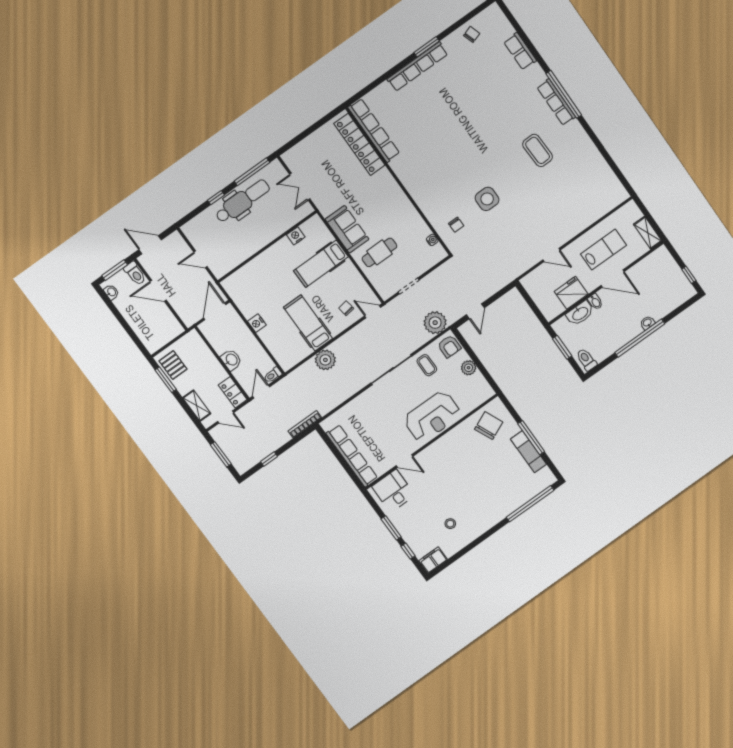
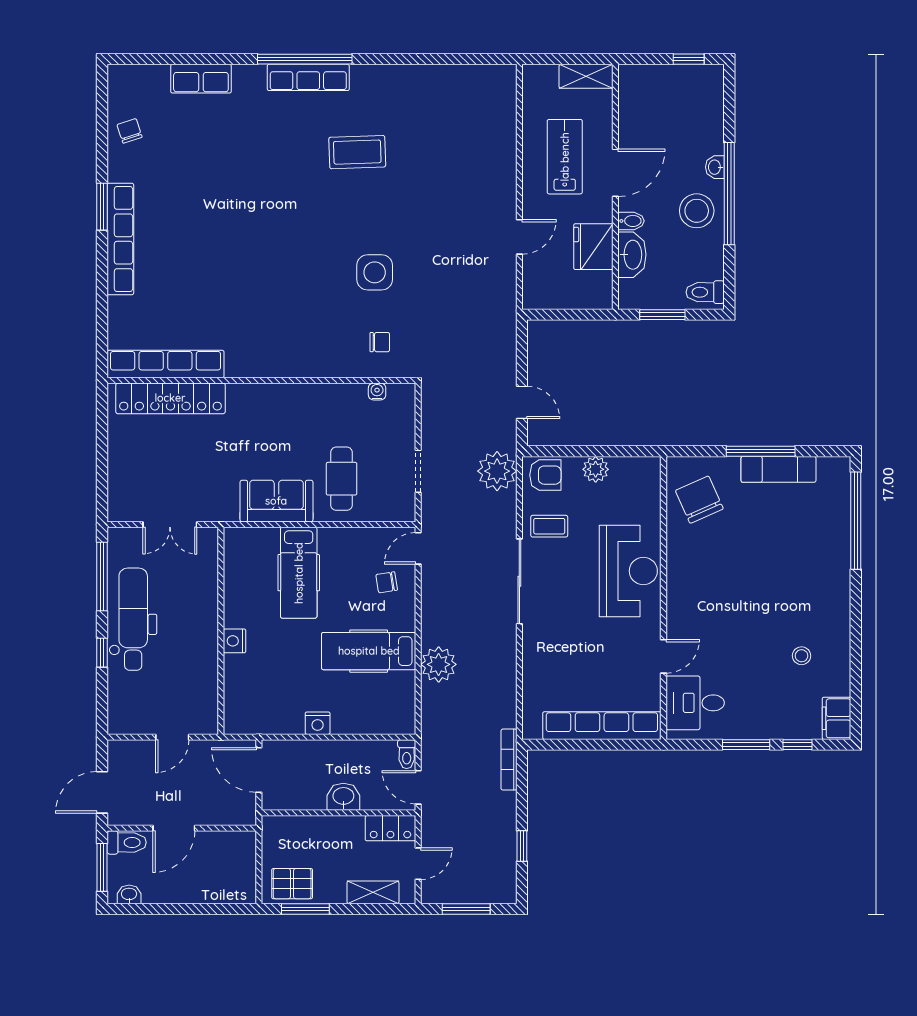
nightstand: (296, 236) -> (235, 641), moved
stool: (621, 329) -> (697, 211), added

